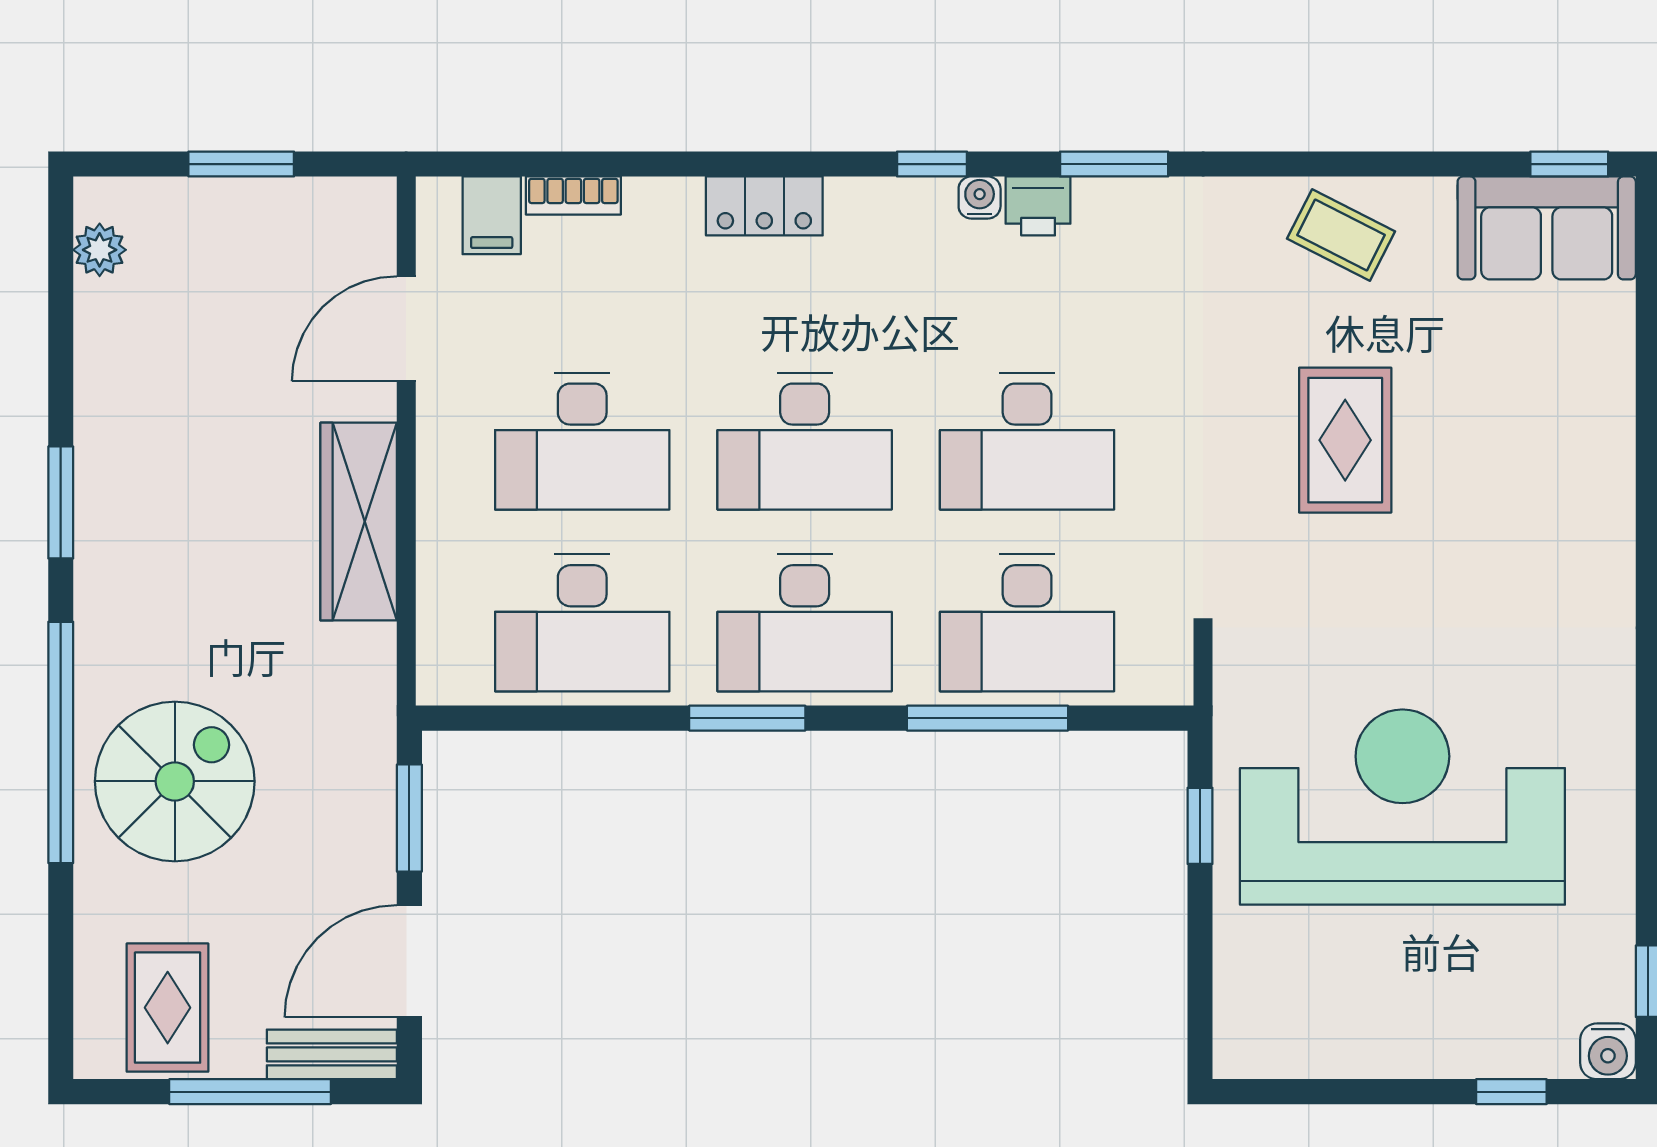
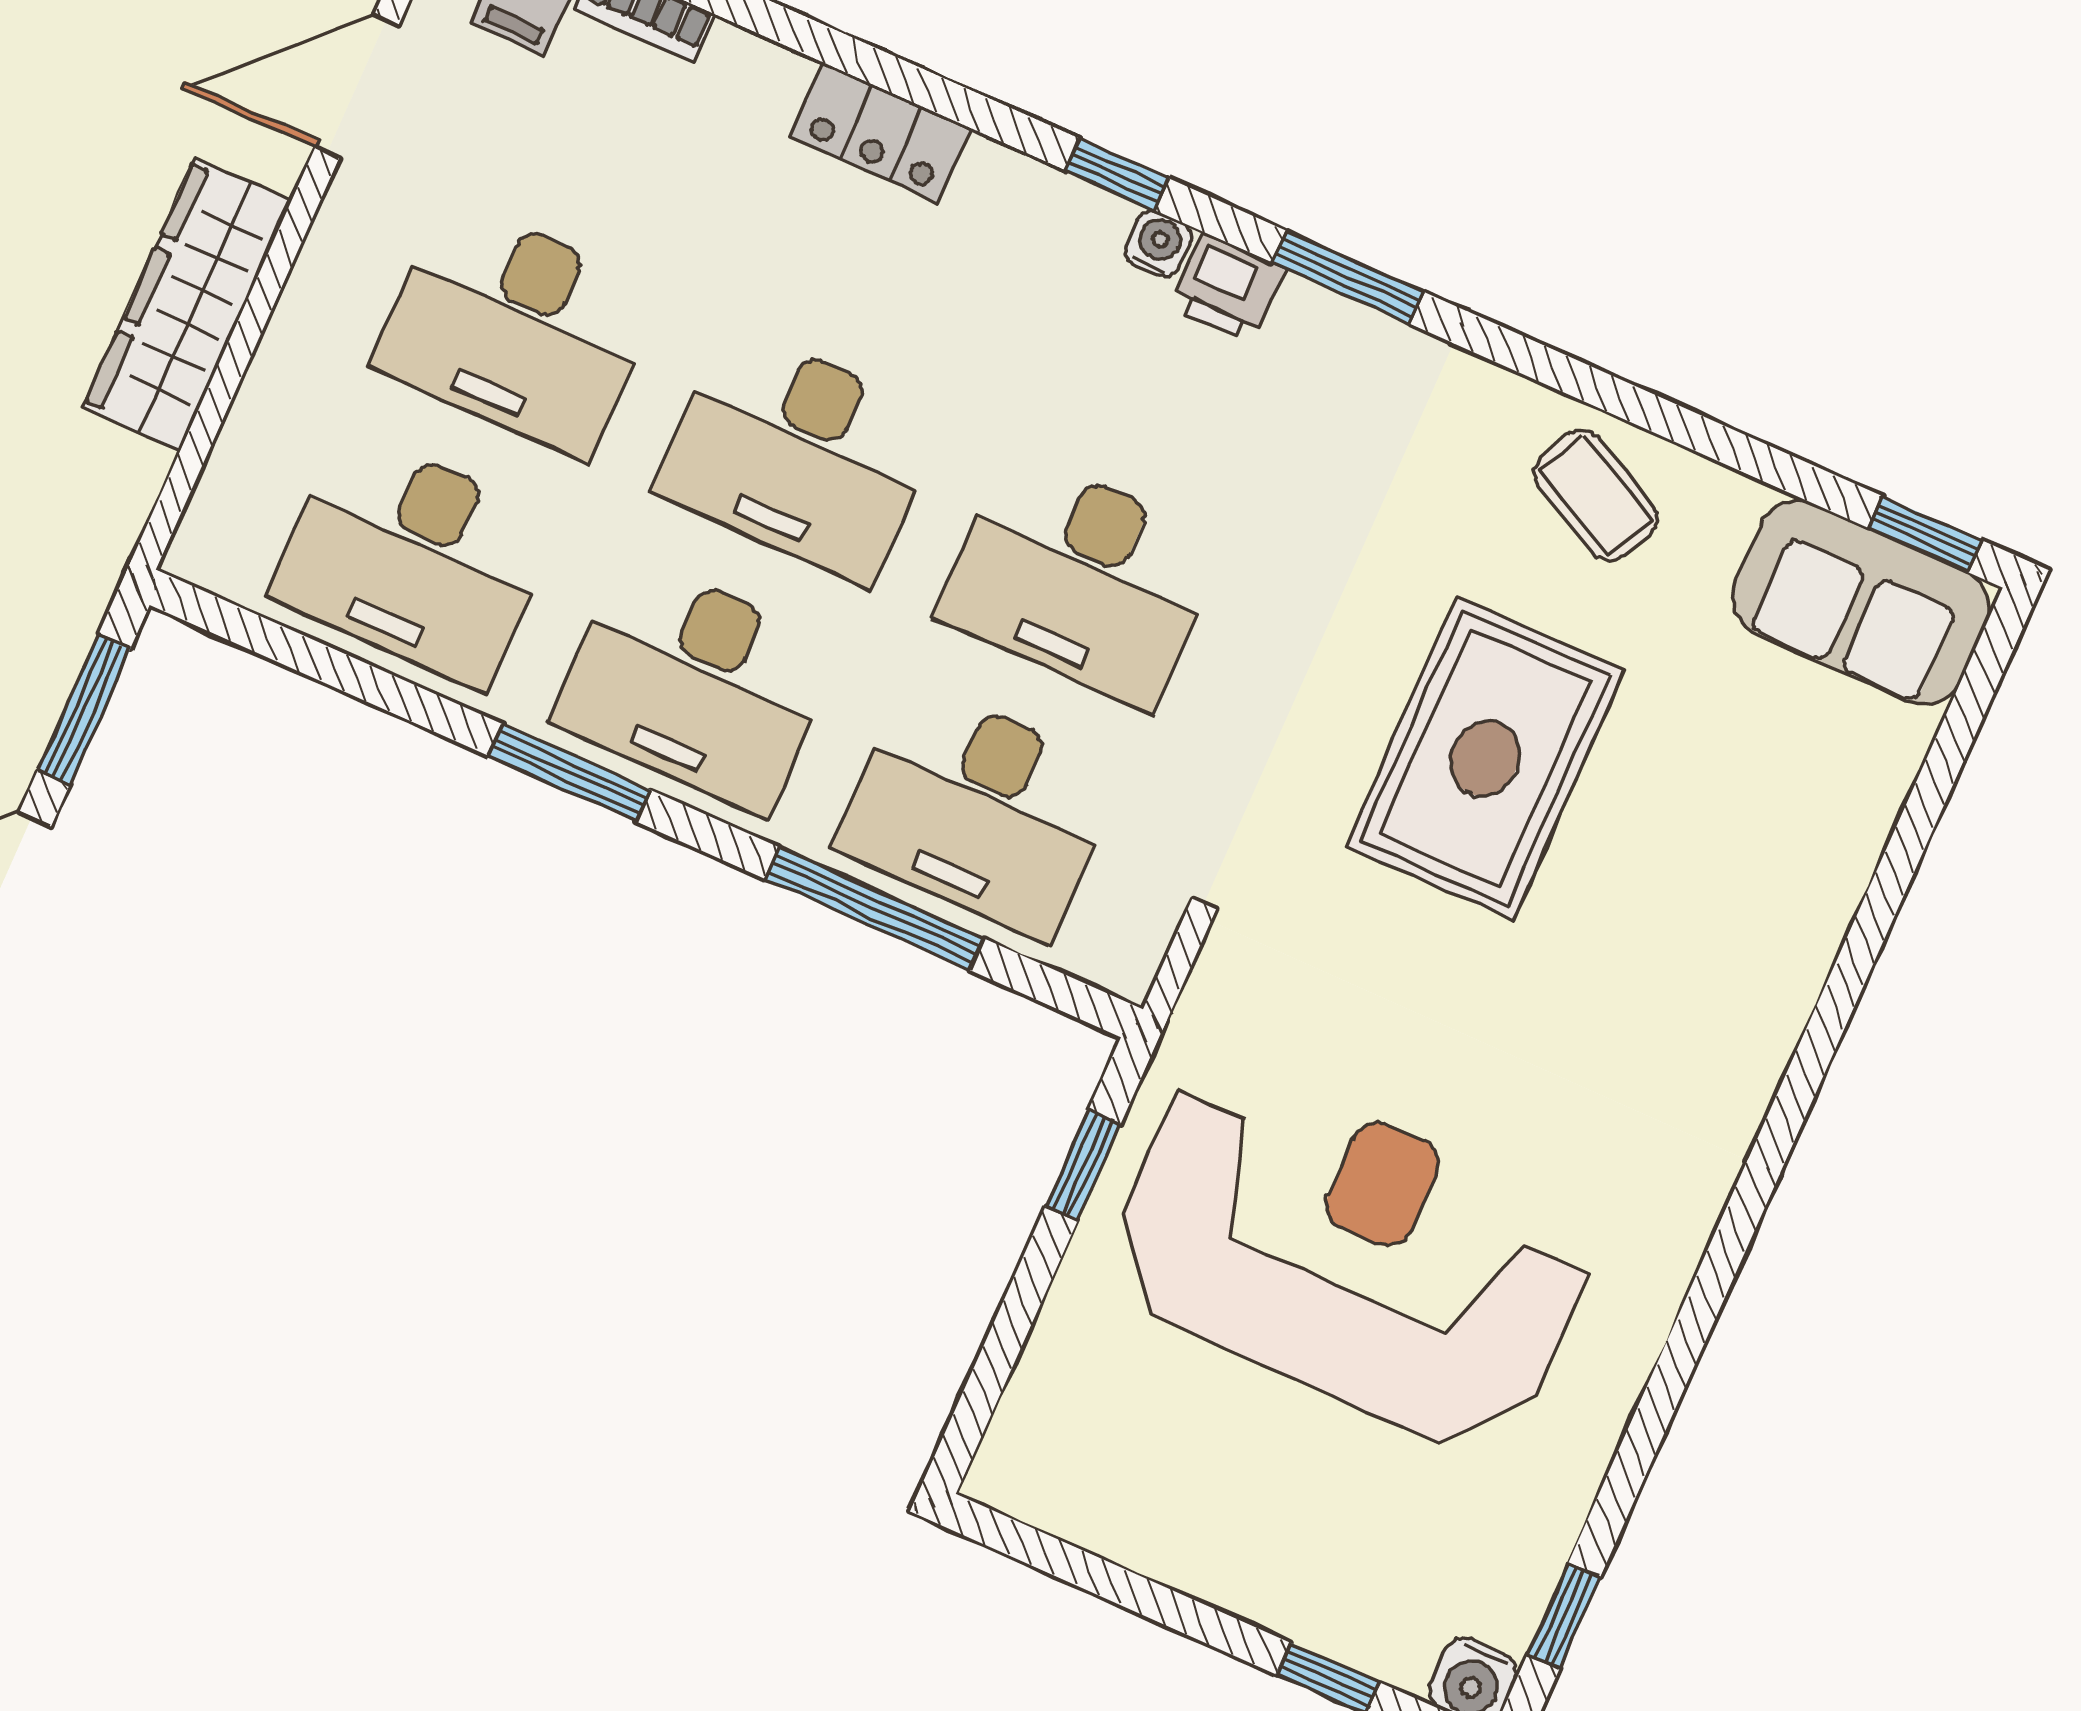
rug: (1345, 440) -> (1485, 758), width x1.36, depth x1.43

